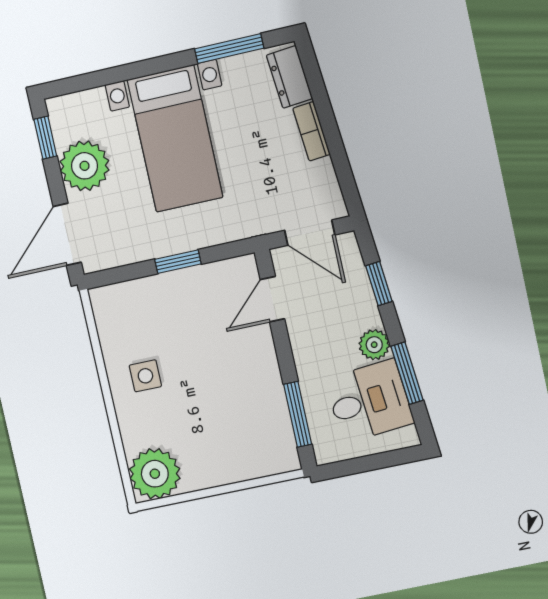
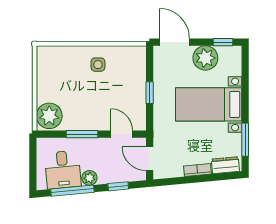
door: (310, 233) -> (150, 159), hinge flipped
window: (407, 373) -> (72, 191), width x1.44
window: (298, 414) -> (82, 134), moved
plant: (155, 474) -> (49, 116), moved

